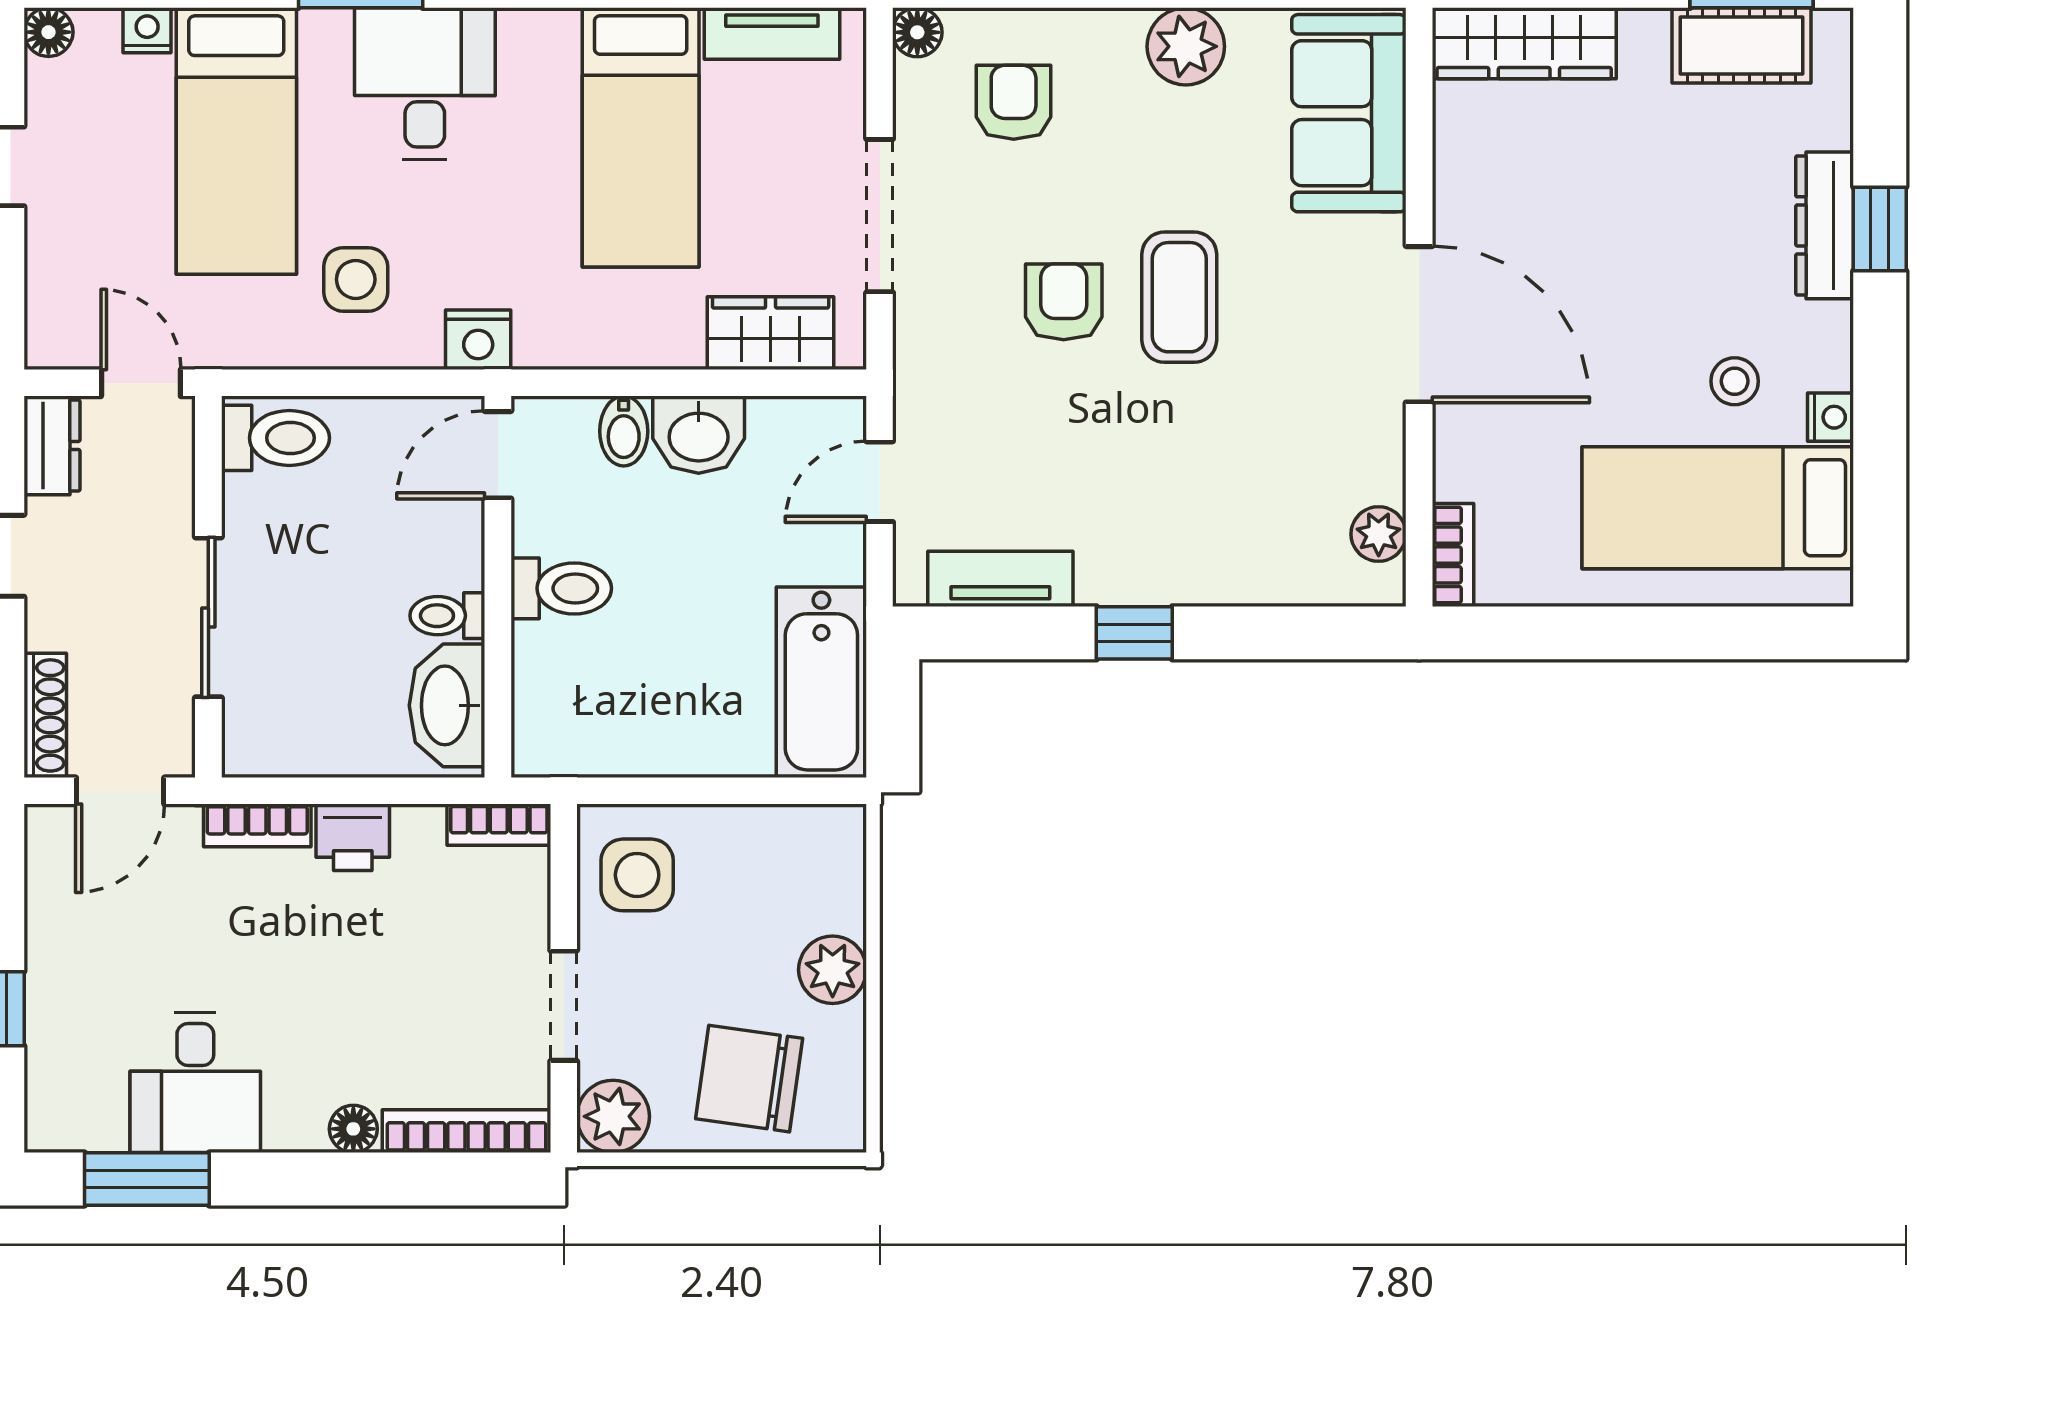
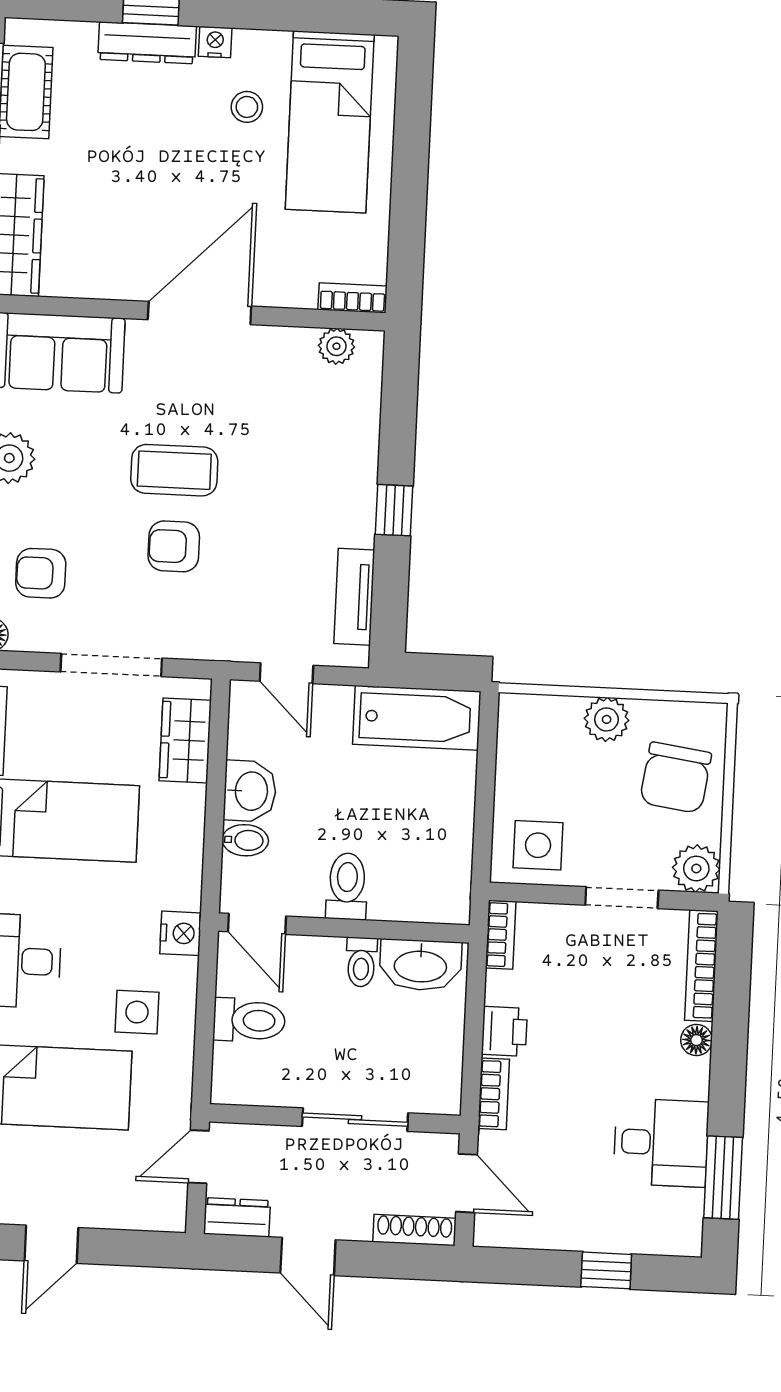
nightstand: (1831, 417) -> (215, 42), moved
toilet: (275, 438) -> (249, 1020), moved, turned 90

